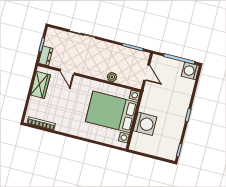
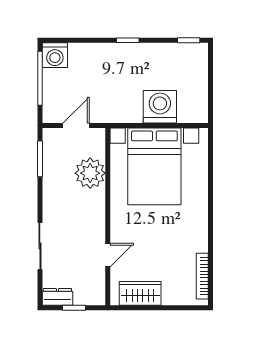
dresser: (46, 56) -> (57, 297), moved
plant: (112, 77) -> (90, 173), width x1.88, depth x1.88

